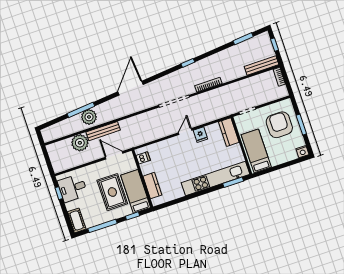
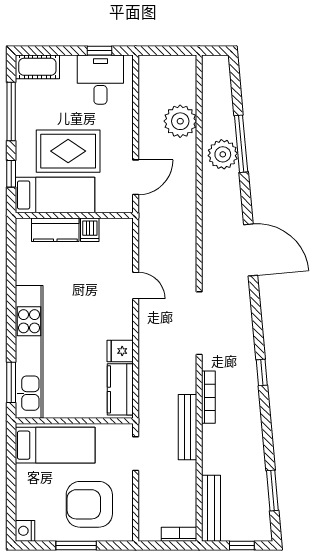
armchair: (279, 125) -> (89, 504), turned 180
bench: (103, 131) -> (188, 427), moved
door: (185, 131) -> (136, 285), moved
kitchen counter: (229, 132) -> (120, 389), moved, turned -90
dishwasher: (143, 158) -> (90, 230), moved

